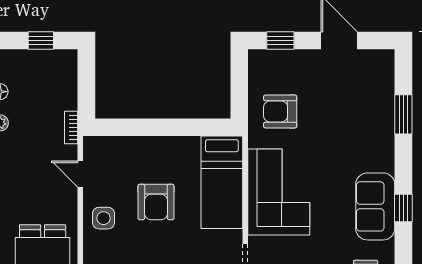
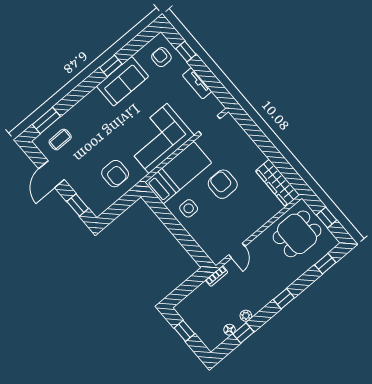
coffee table: (370, 83) -> (60, 139), added
window: (403, 114) -> (46, 121), moved
armchair: (156, 202) -> (223, 184), moved, turned -90
side table: (104, 218) -> (189, 208), moved

